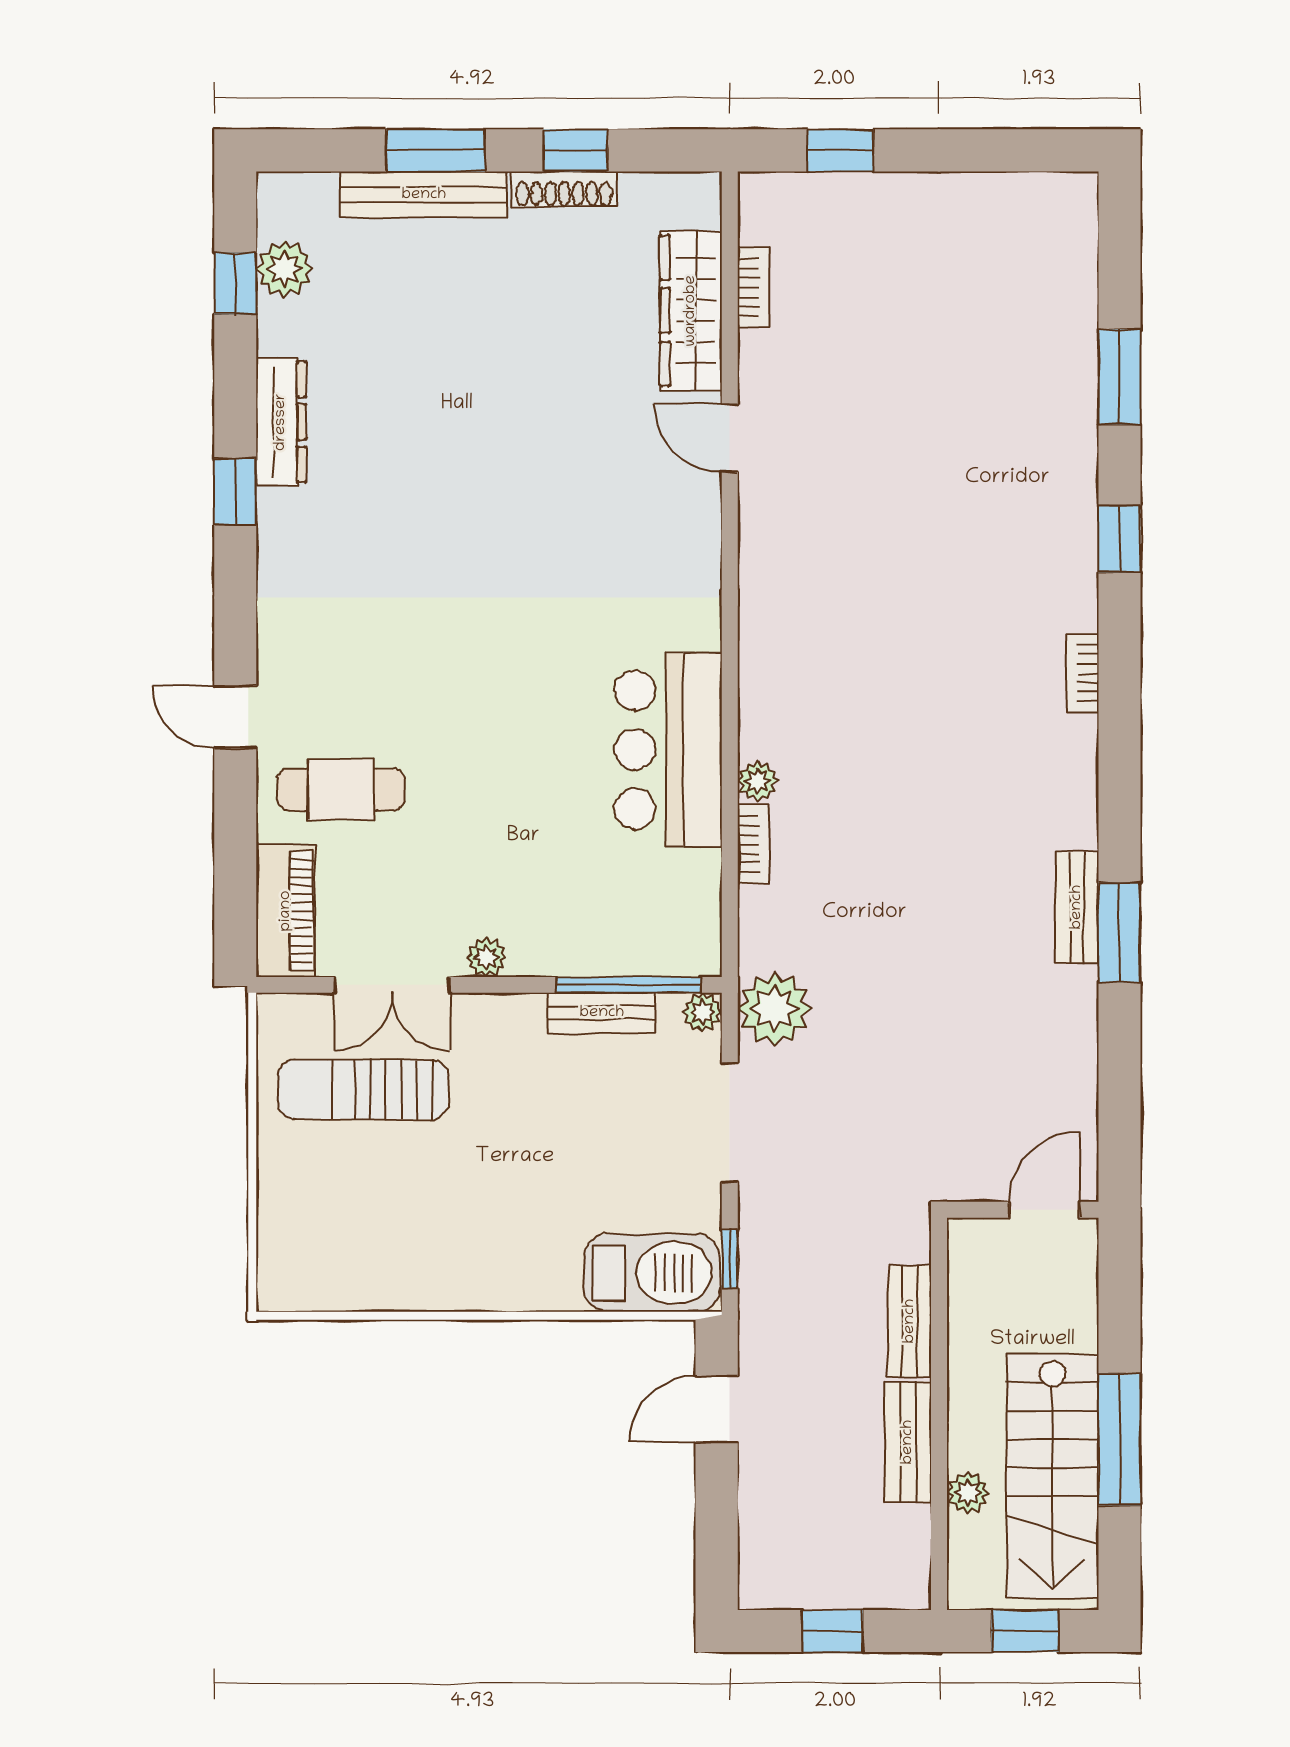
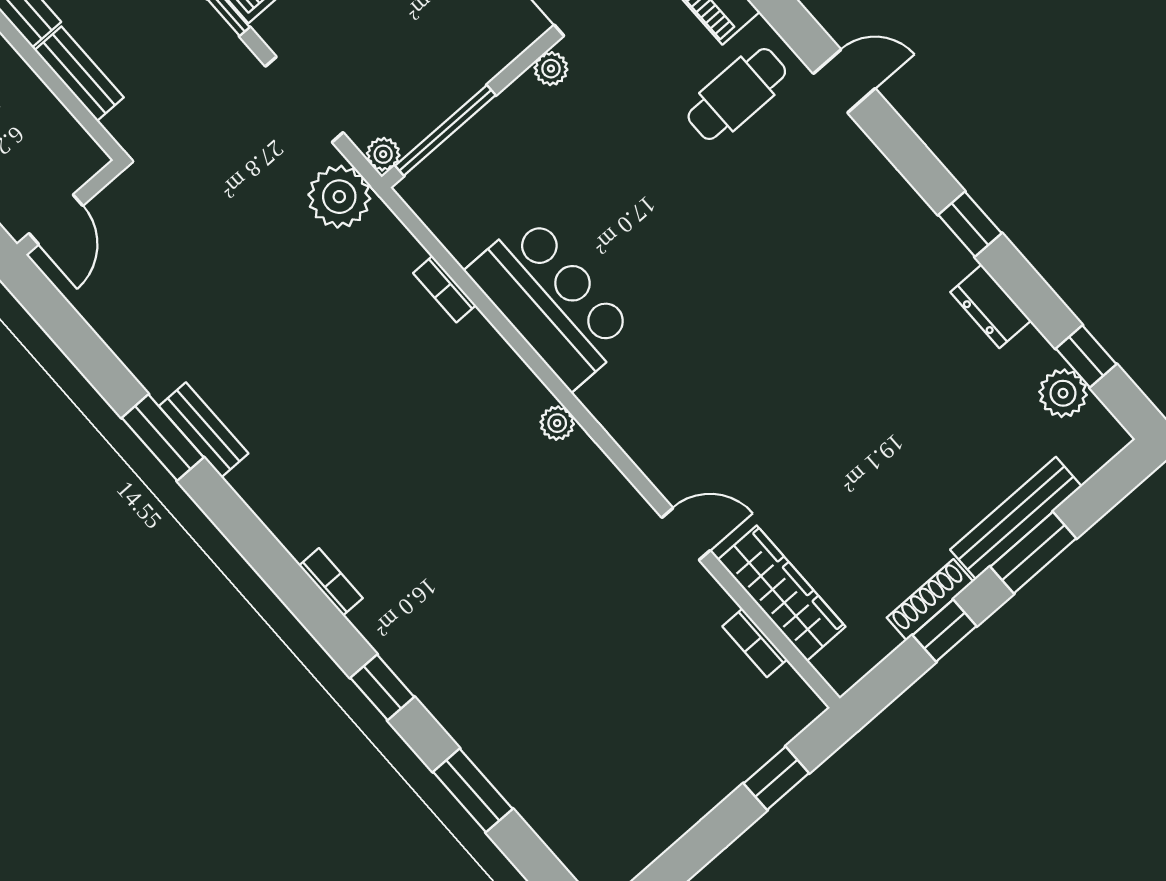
dresser: (281, 422) -> (991, 306), width x0.70
plant: (758, 781) -> (557, 423), moved
bench: (602, 1013) -> (447, 97), removed

